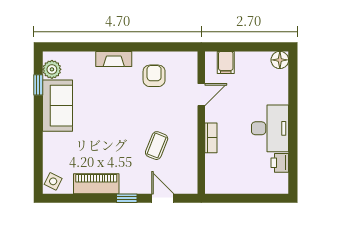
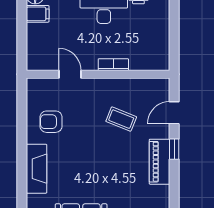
fireplace: (114, 59) -> (37, 169), width x1.37, depth x1.32
filing cabinet: (226, 62) -> (38, 14), moved
piano: (96, 184) -> (159, 162), moved

